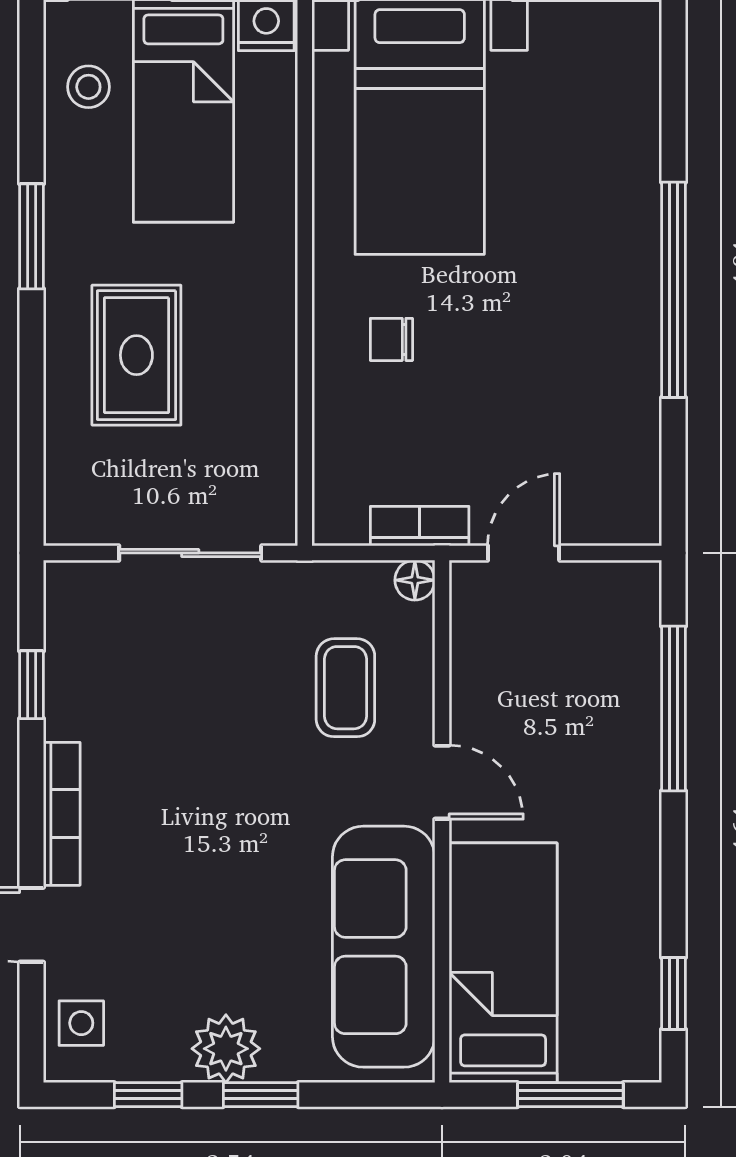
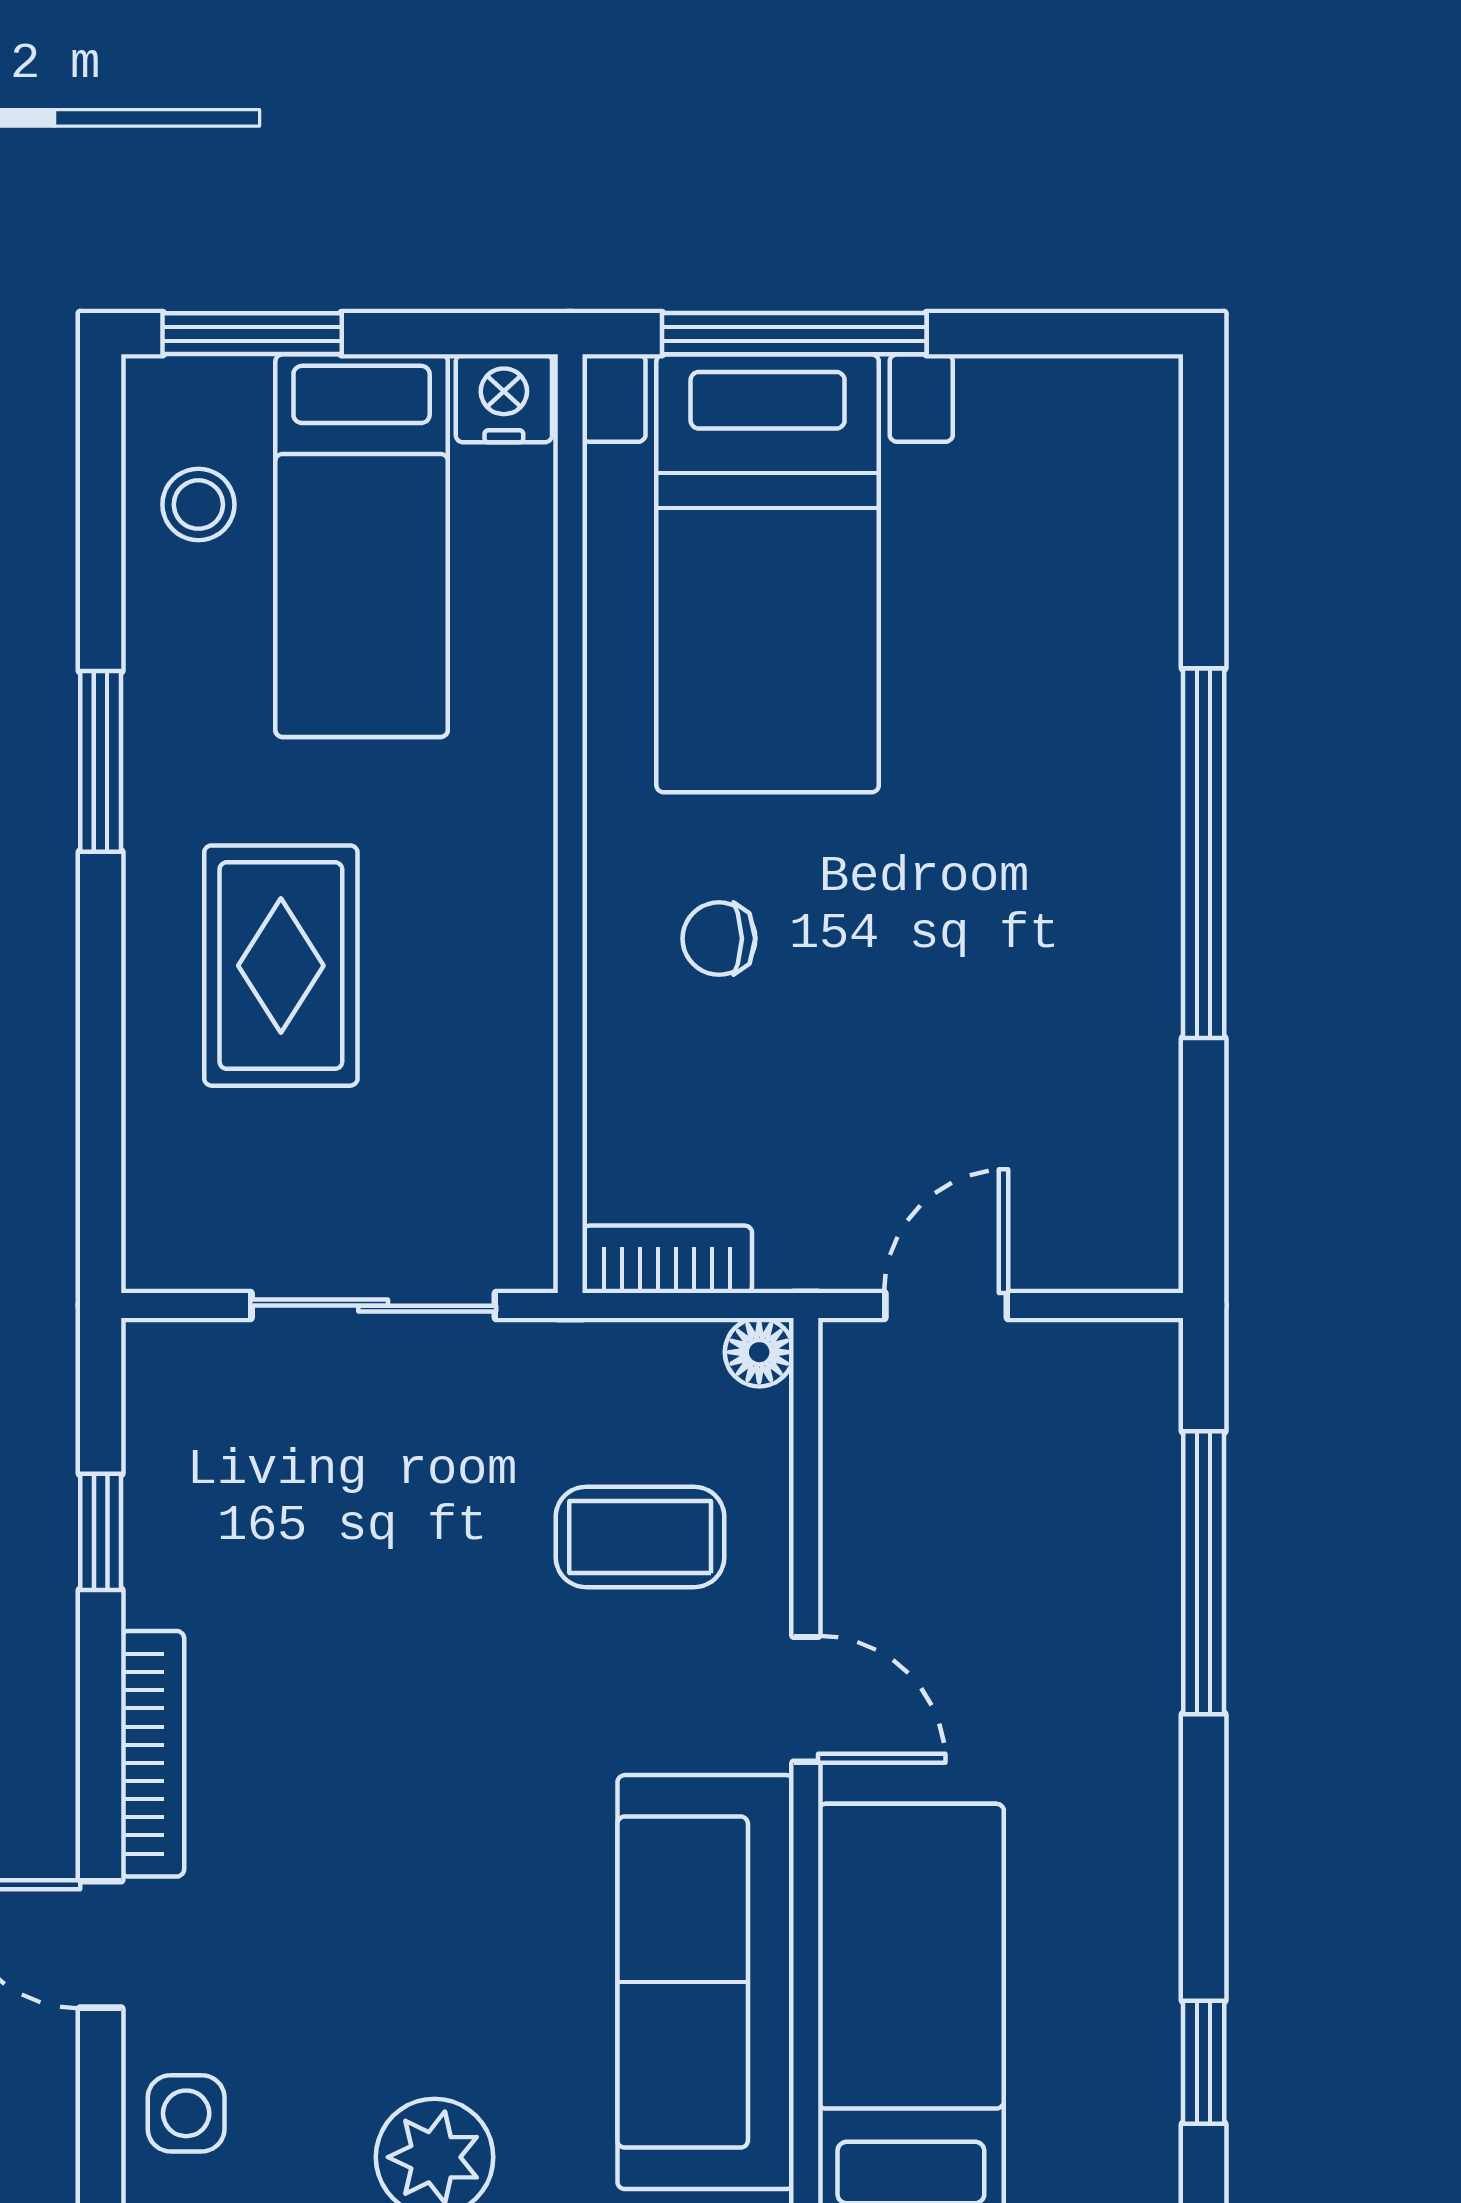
bookcase: (420, 526) -> (667, 1259), moved
coffee table: (345, 688) -> (640, 1537), turned 90

